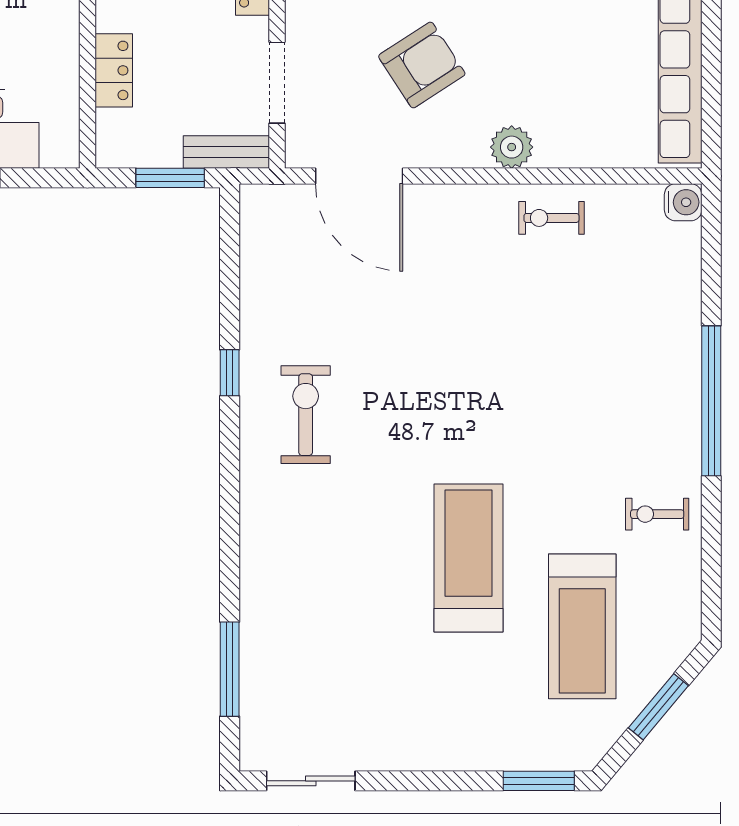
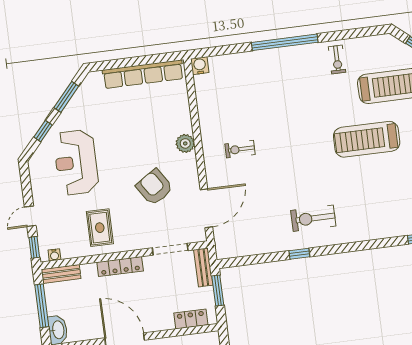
locker: (114, 70) -> (191, 319), moved
exercise bike: (551, 218) -> (240, 149), moved, turned 90

